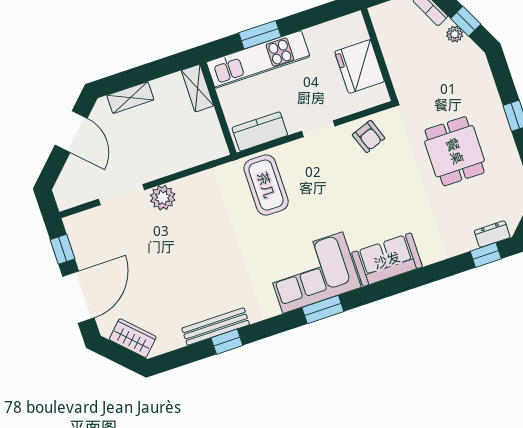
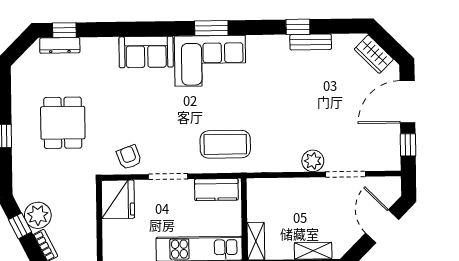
plant: (455, 34) -> (38, 215), width x1.88, depth x1.88
fridge: (360, 66) -> (118, 199), moved
doorway: (318, 129) -> (168, 177), width x1.38
door: (71, 132) -> (382, 226), moved
coffee table: (266, 185) -> (225, 144), turned 90
dresser: (492, 234) -> (60, 45), width x1.44
bench: (216, 326) -> (311, 42), width x0.73

